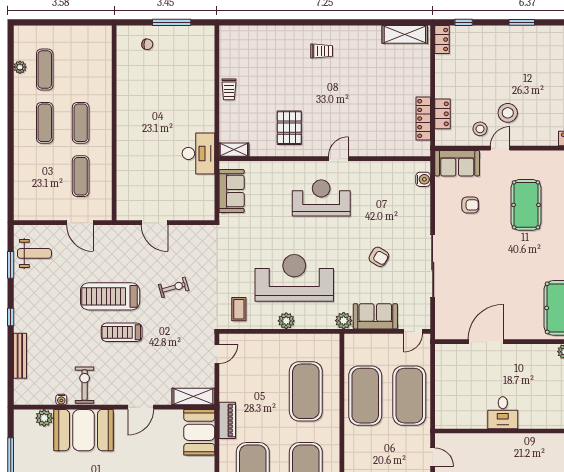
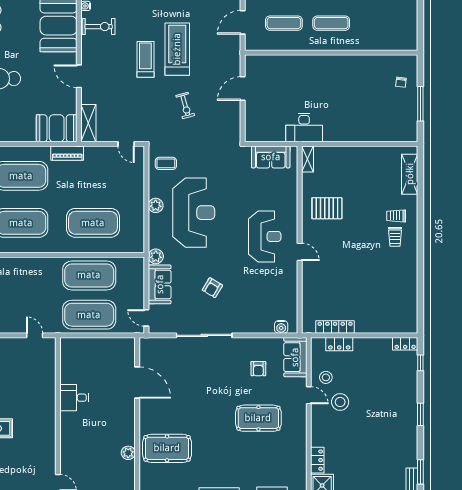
shelving: (405, 34) -> (410, 174), moved
trolley: (229, 89) -> (396, 216), moved
door: (433, 457) -> (35, 335), swing flipped

